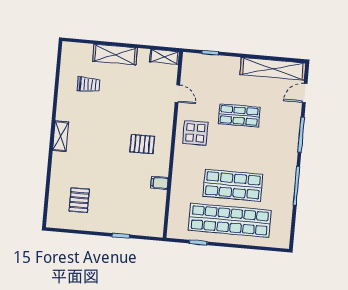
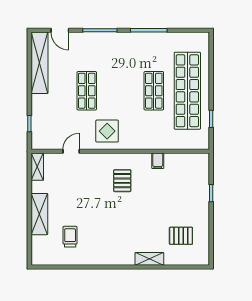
shelving: (61, 136) -> (149, 259), moved
shop shelf: (233, 185) -> (154, 91), width x0.70, depth x0.74

